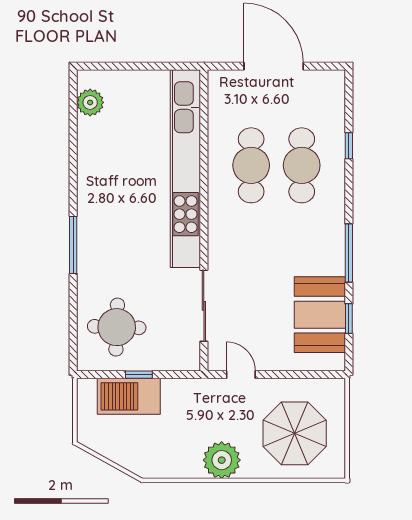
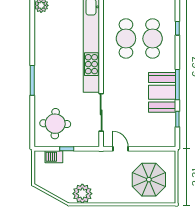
booth: (320, 315) -> (162, 92), moved
barbecue: (129, 396) -> (54, 157), width x0.53, depth x0.65
plant: (222, 460) -> (82, 194), moved

